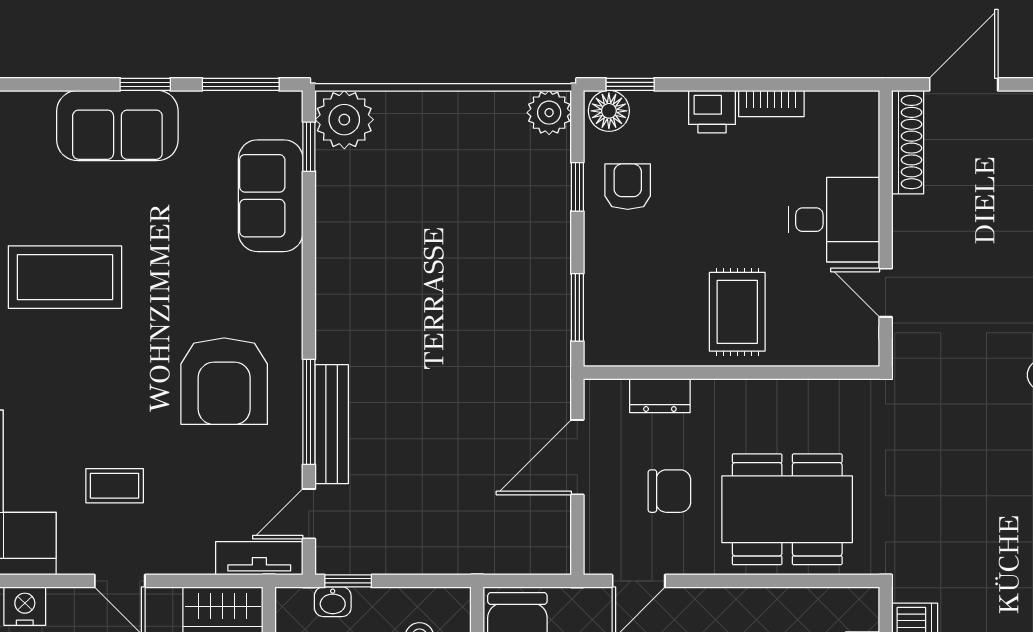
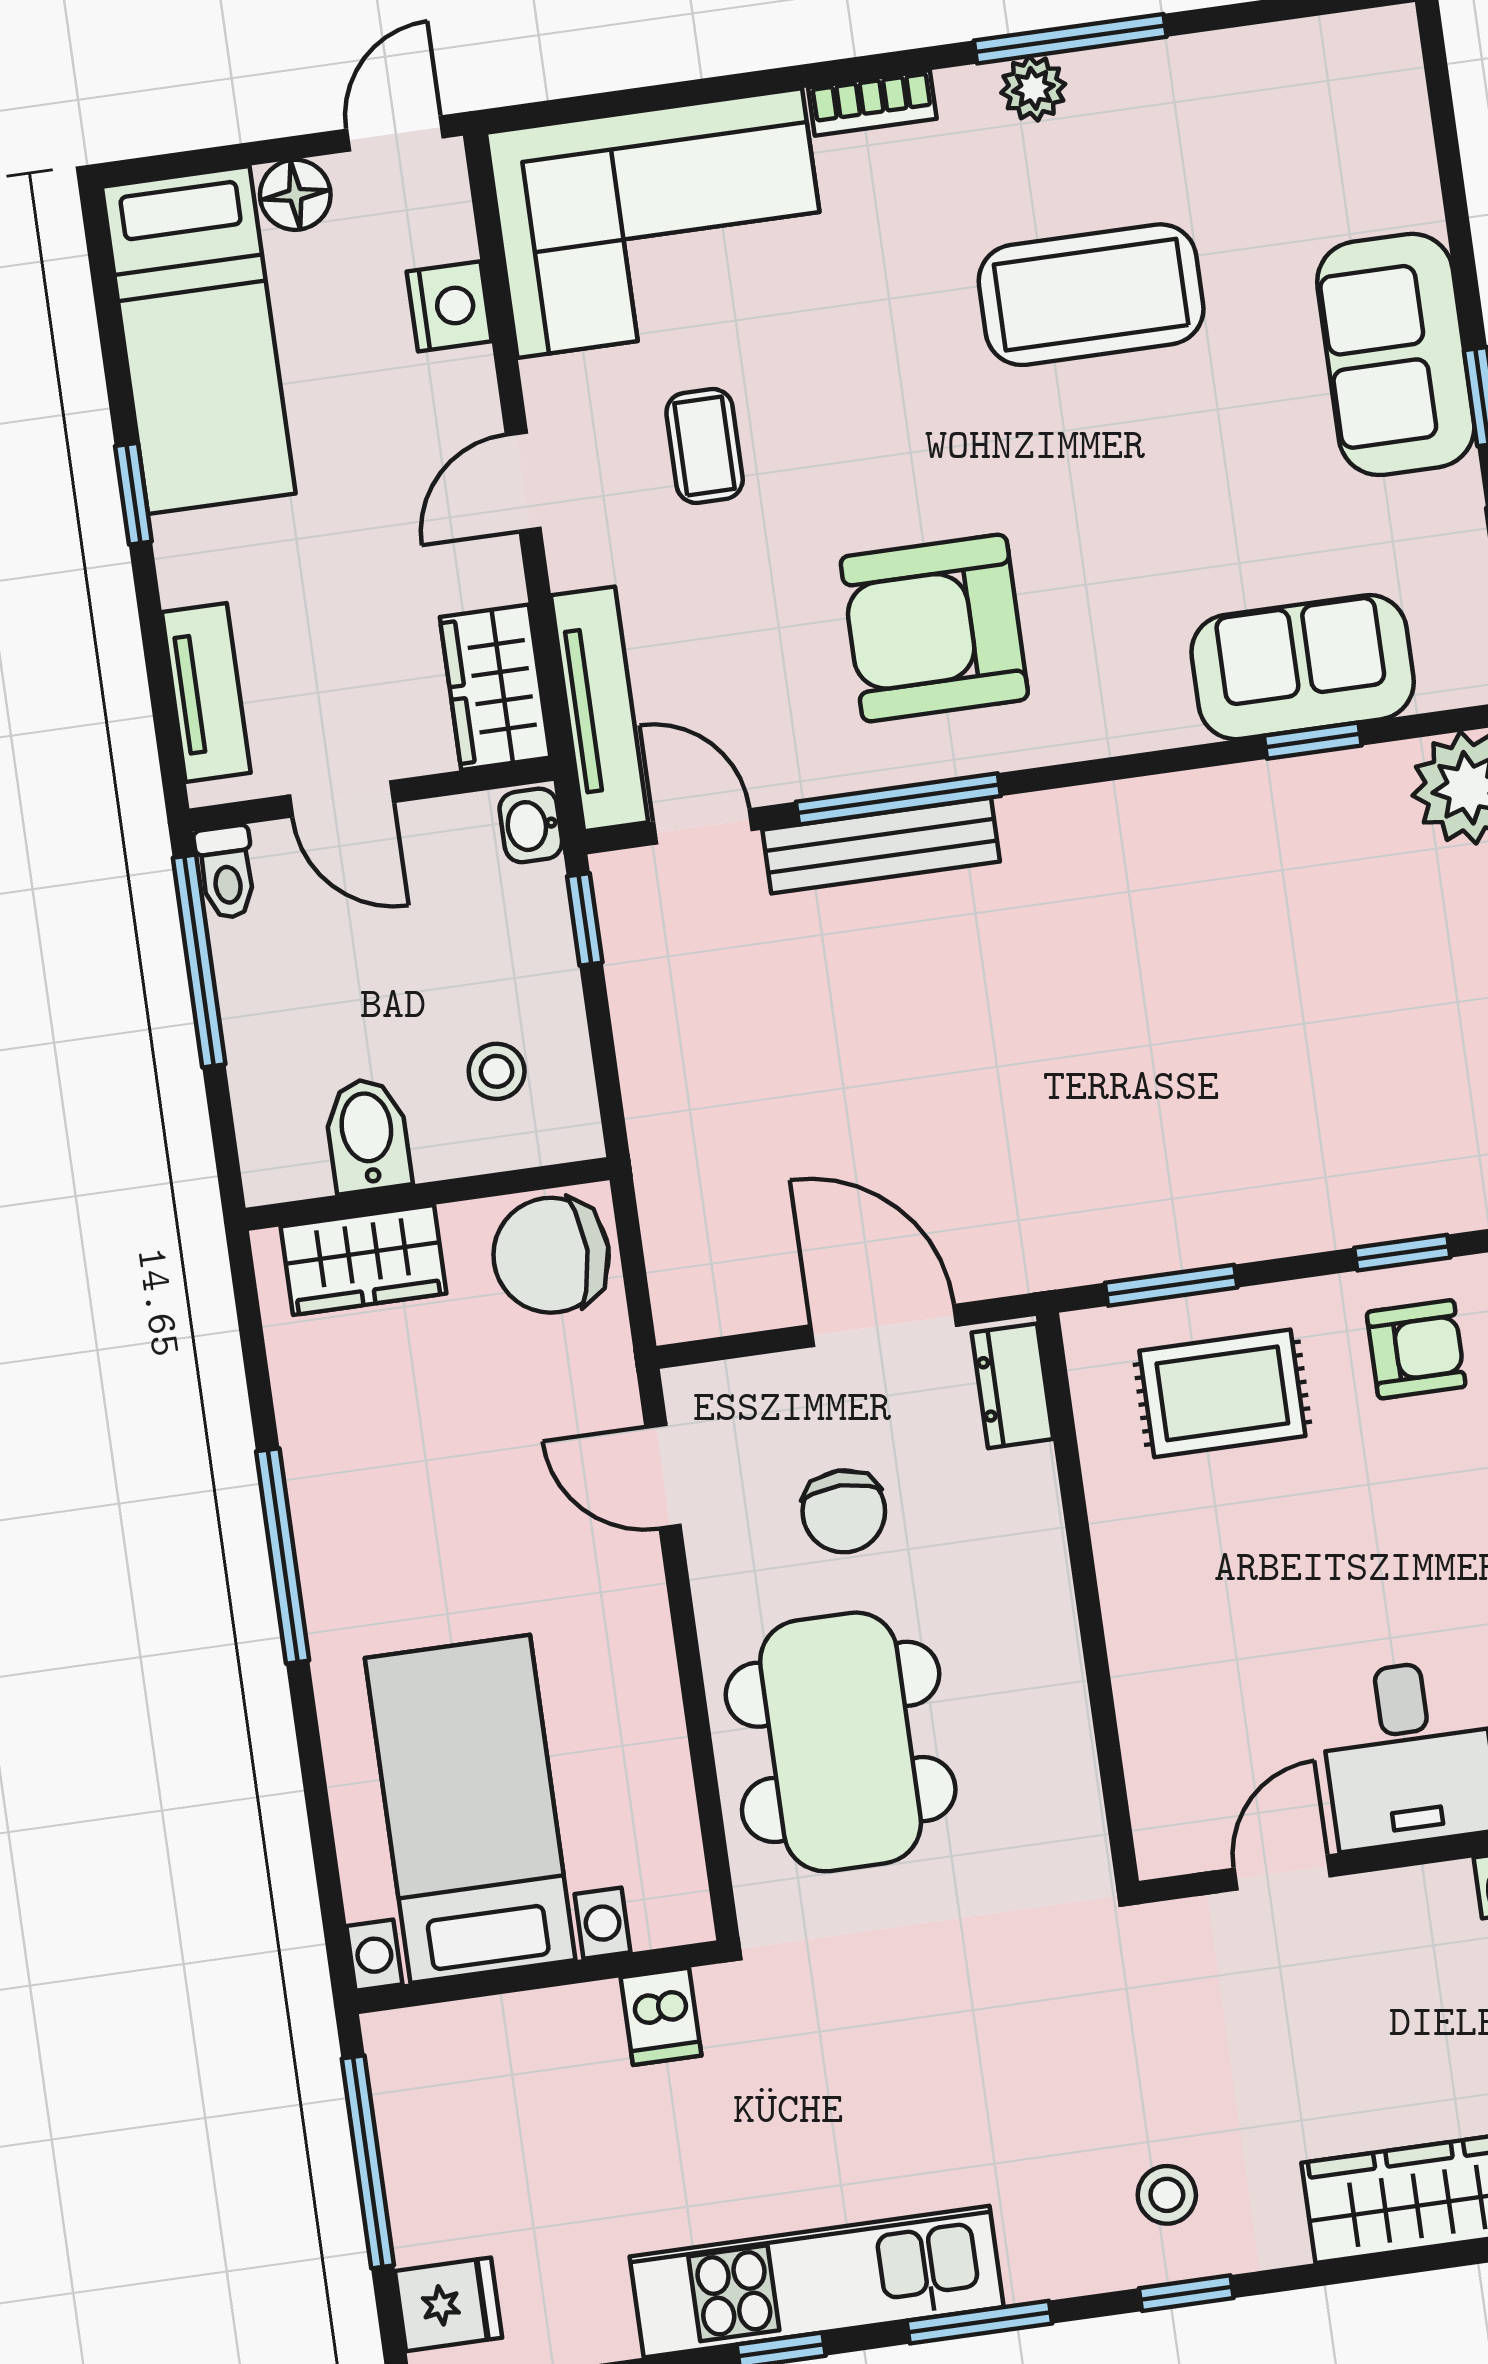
window: (309, 147) -> (1313, 741), moved
coffee table: (65, 277) -> (1091, 295), turned 90
rug: (737, 312) -> (1222, 1393), moved
dresser: (660, 396) -> (1012, 1386), moved
tv unit: (259, 558) -> (599, 709), width x1.41
washbasin: (333, 602) -> (531, 825), moved

